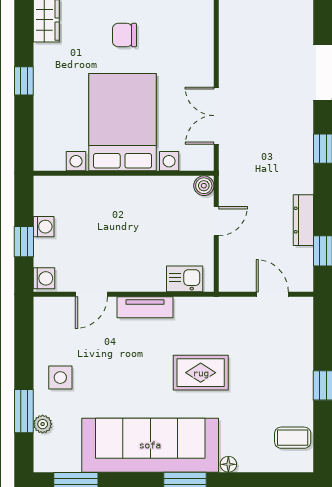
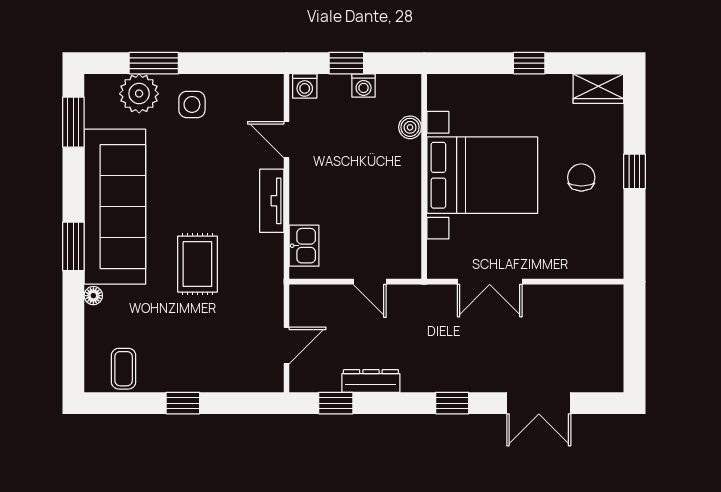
double door: (216, 116) -> (490, 282), swing flipped
boiler: (204, 186) -> (410, 127), moved
plant: (43, 424) -> (139, 94), width x1.87, depth x1.87

